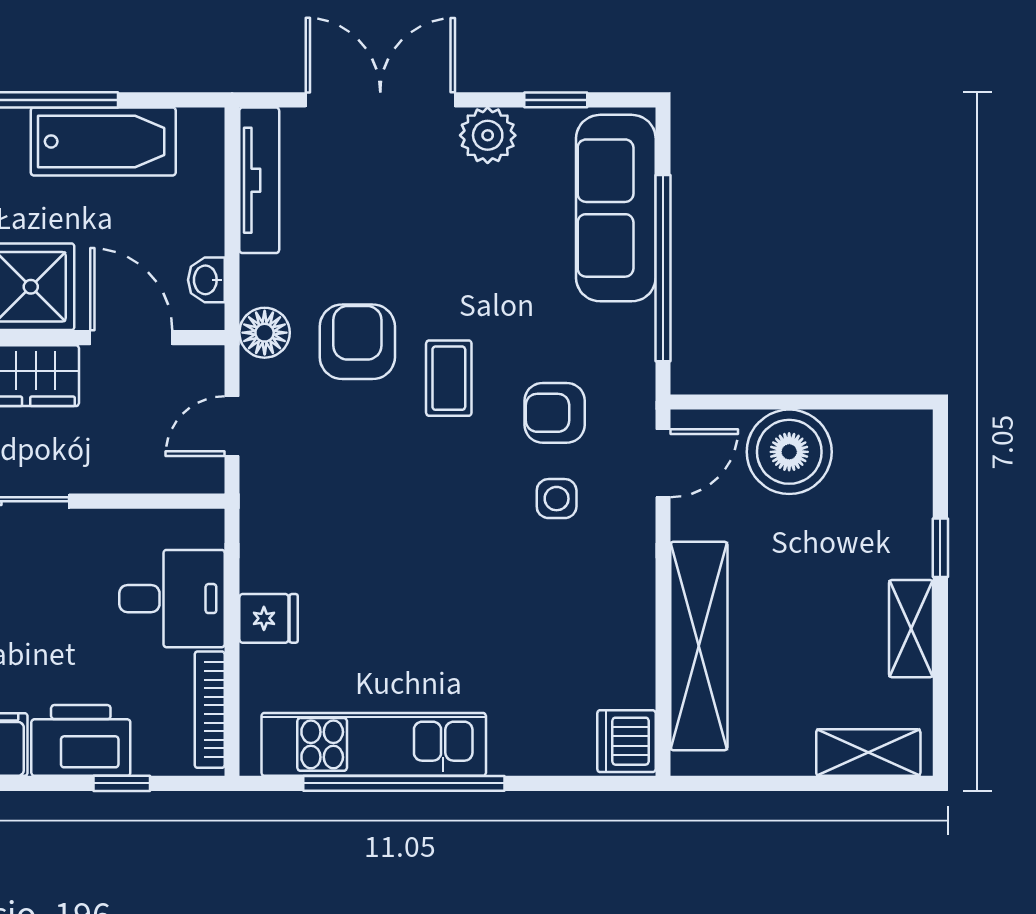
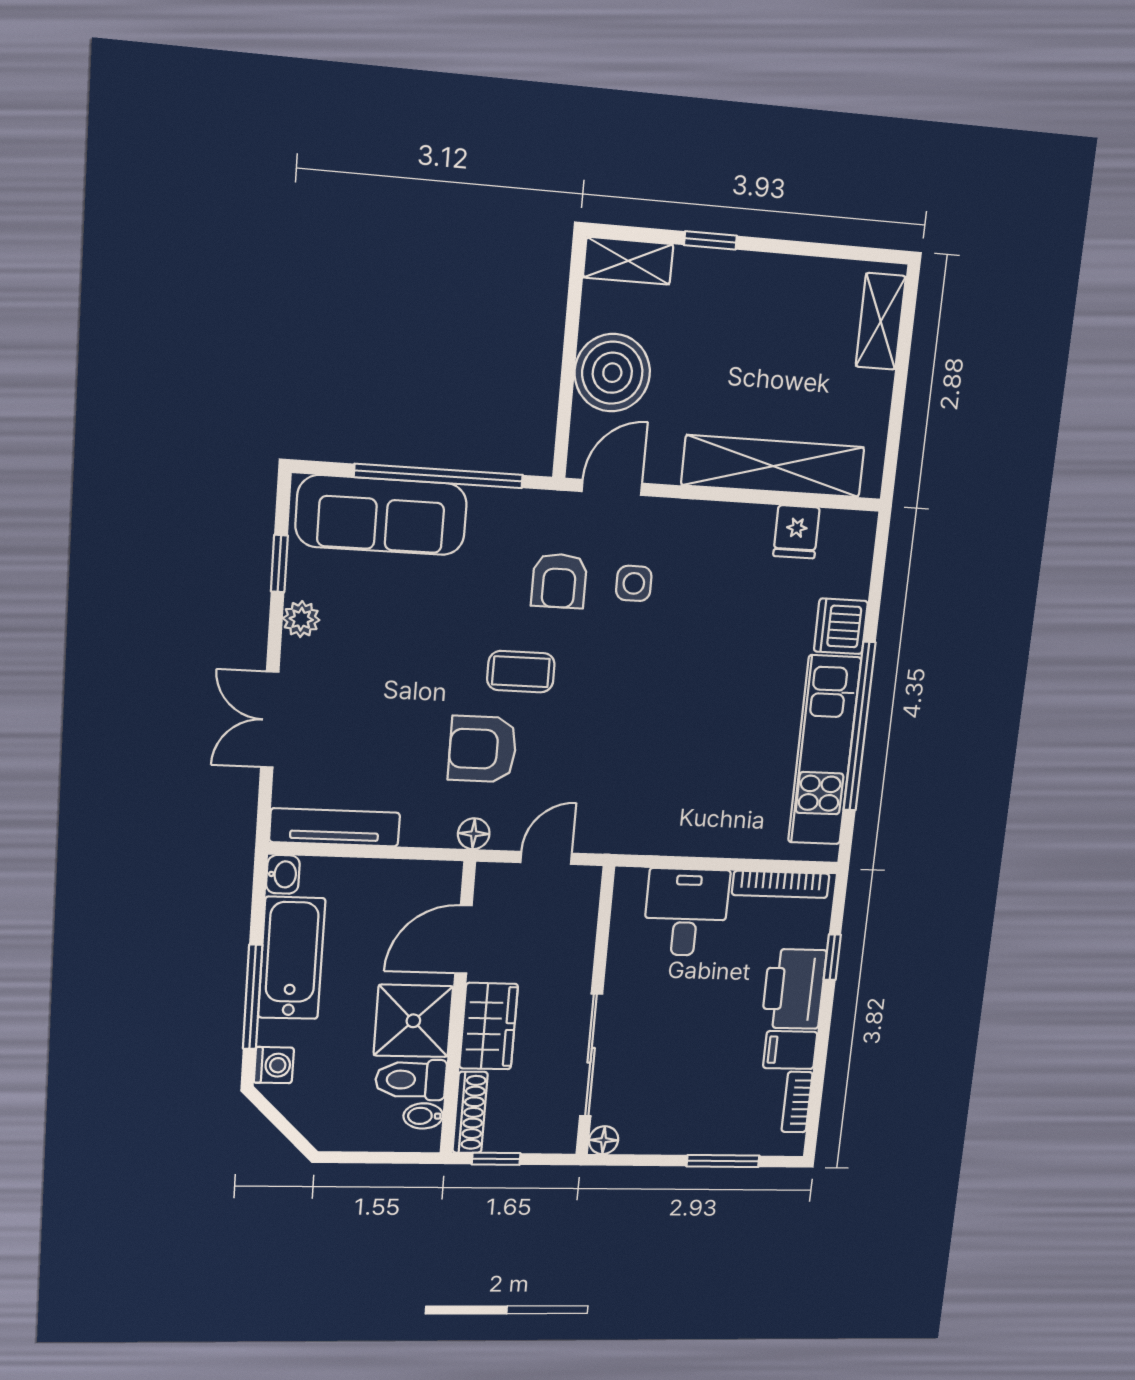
double door: (380, 100) -> (270, 720), width x0.73
plant: (488, 135) -> (301, 619), width x0.73, depth x0.73
washbasin: (206, 280) -> (283, 874), moved, turned -90
floor lamp: (265, 333) -> (474, 834), width x0.73, depth x0.73
door: (232, 426) -> (546, 858), swing flipped
door: (663, 463) -> (612, 487), hinge flipped
fridge: (269, 618) -> (796, 532), moved, turned 180
shelving: (911, 629) -> (628, 261), moved
dishwasher: (626, 741) -> (841, 626), moved, turned 90

